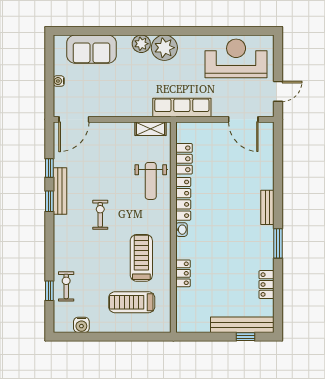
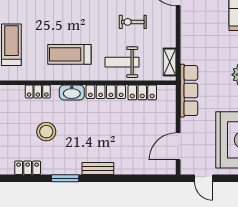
exercise bike: (100, 215) -> (133, 22), moved, turned 180
washbasin: (181, 230) -> (72, 93), width x1.91, depth x1.45
treadmill: (141, 258) -> (69, 54), moved, turned 180
stool: (227, 264) -> (46, 132), added

